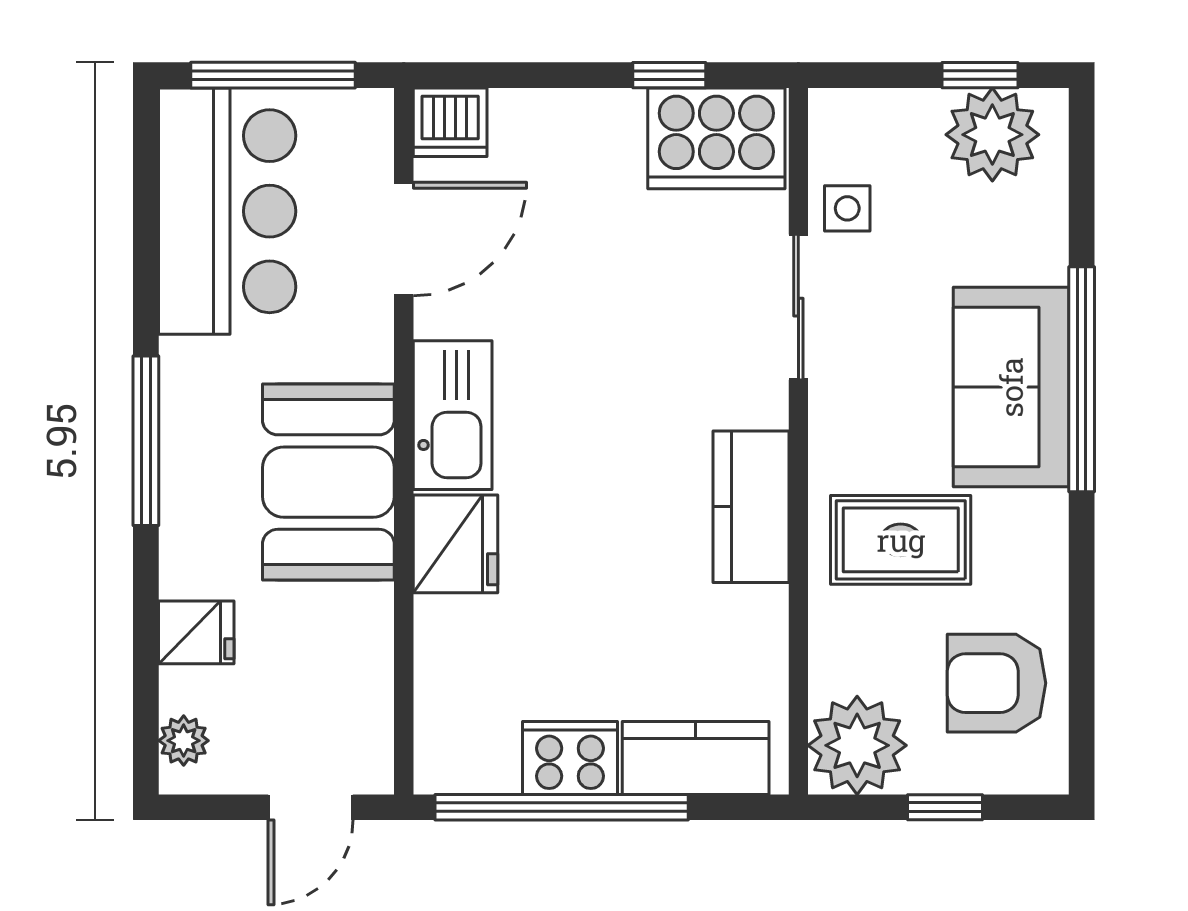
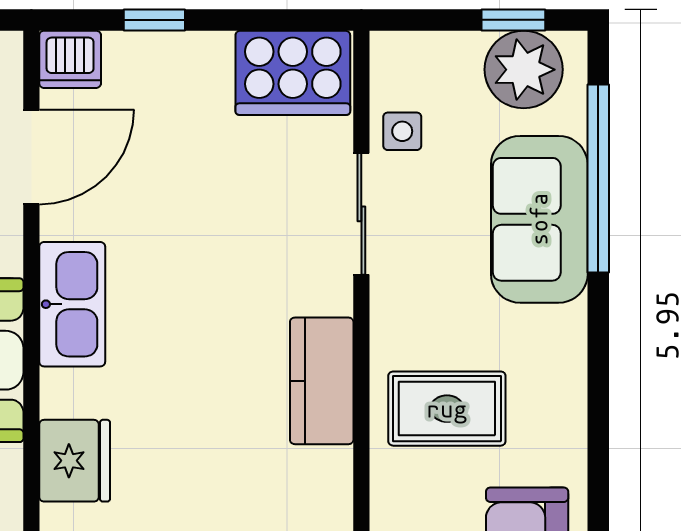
window: (669, 75) -> (154, 20), moved
window: (1082, 379) -> (598, 179), moved
sofa: (1011, 387) -> (539, 219), moved
fridge: (456, 544) -> (75, 461), moved

